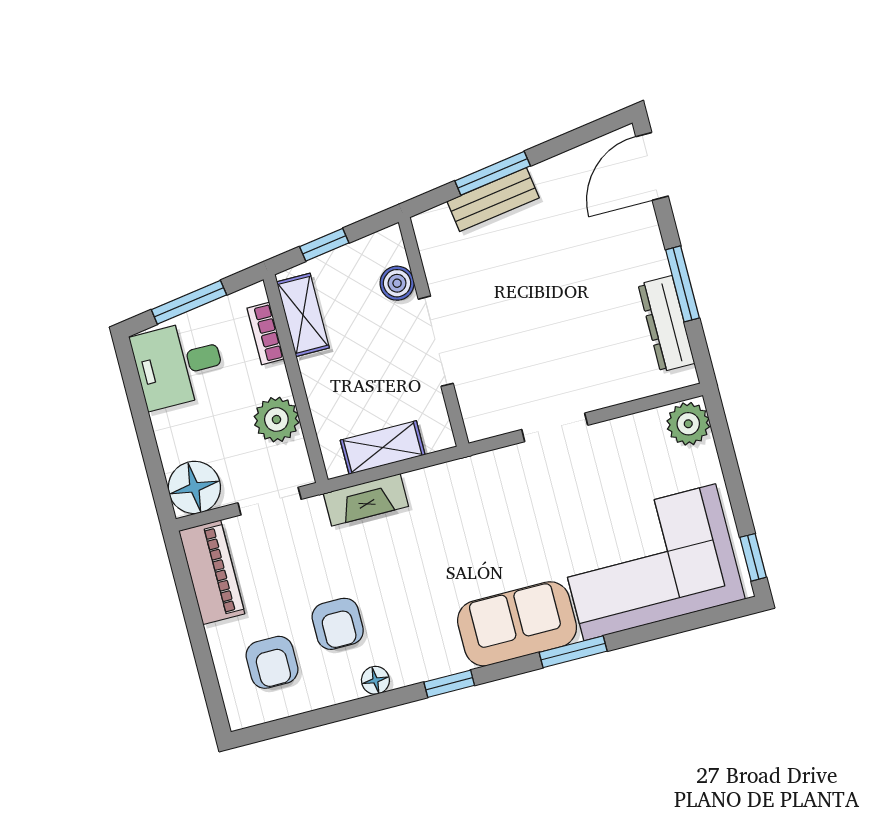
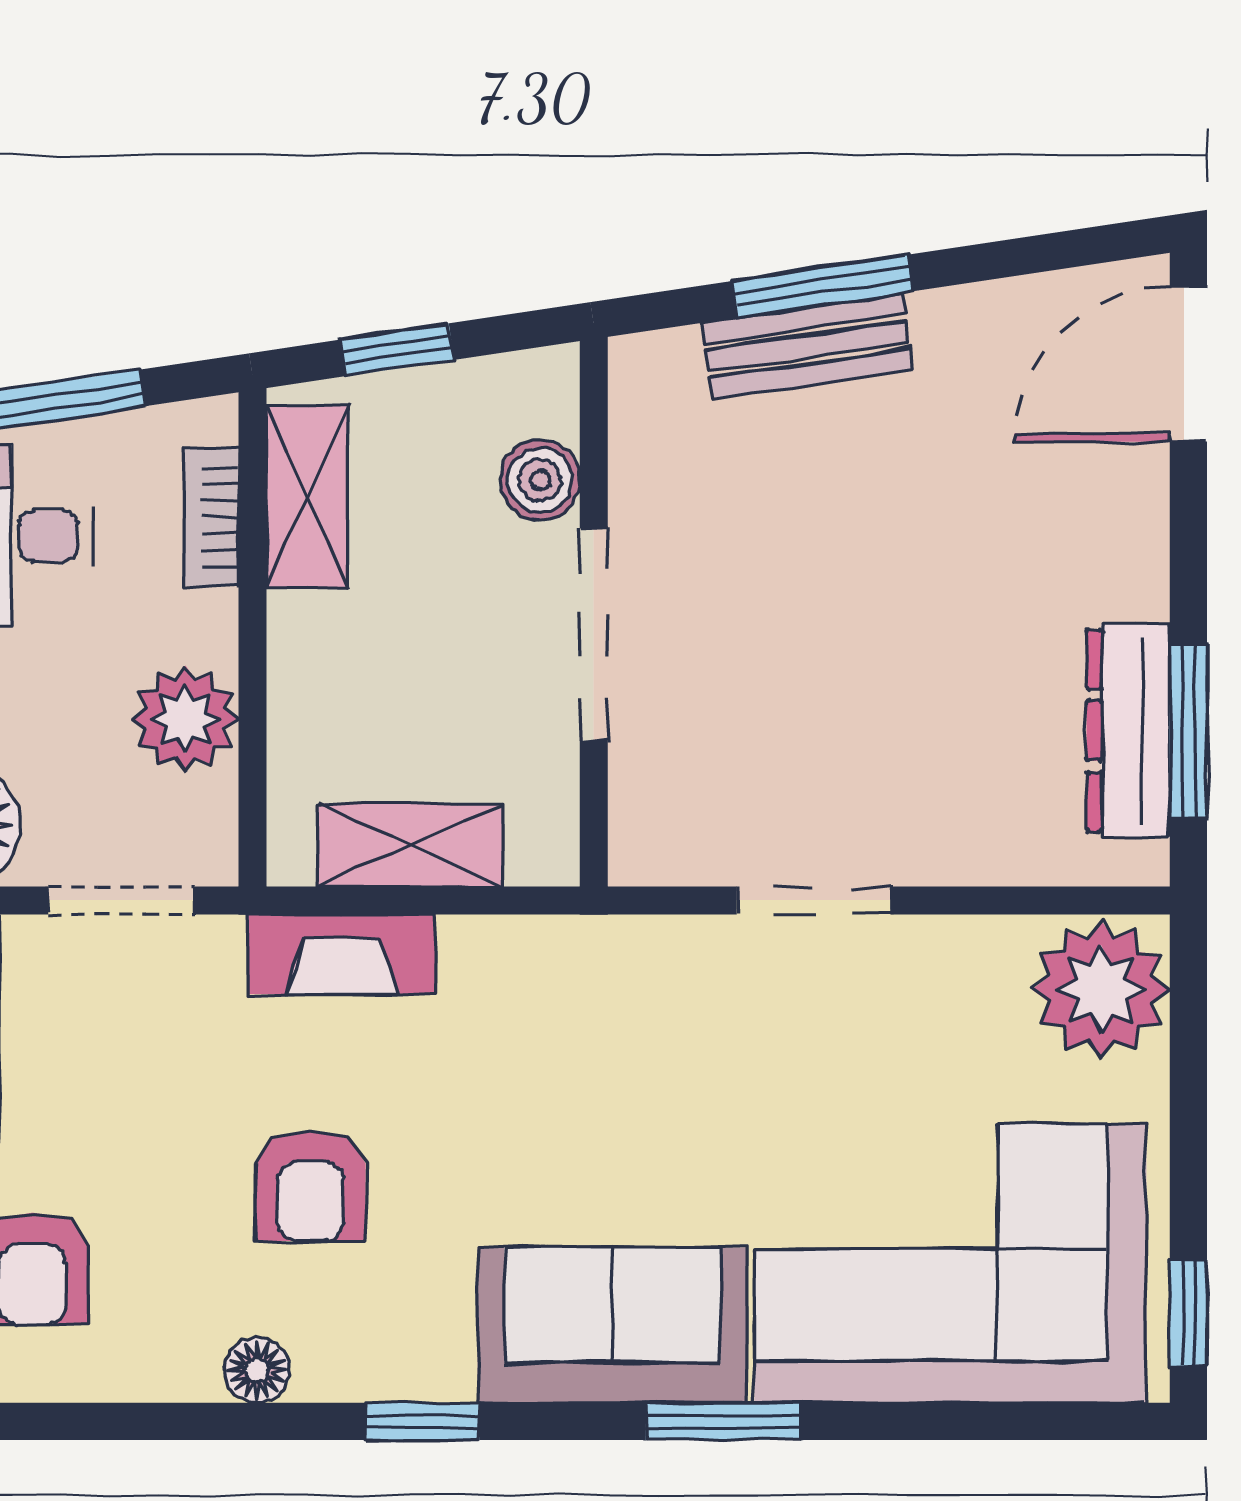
window: (682, 284) -> (1188, 731), moved
plant: (688, 424) -> (1101, 989), width x1.36, depth x1.36
armchair: (338, 624) -> (310, 1186), moved

